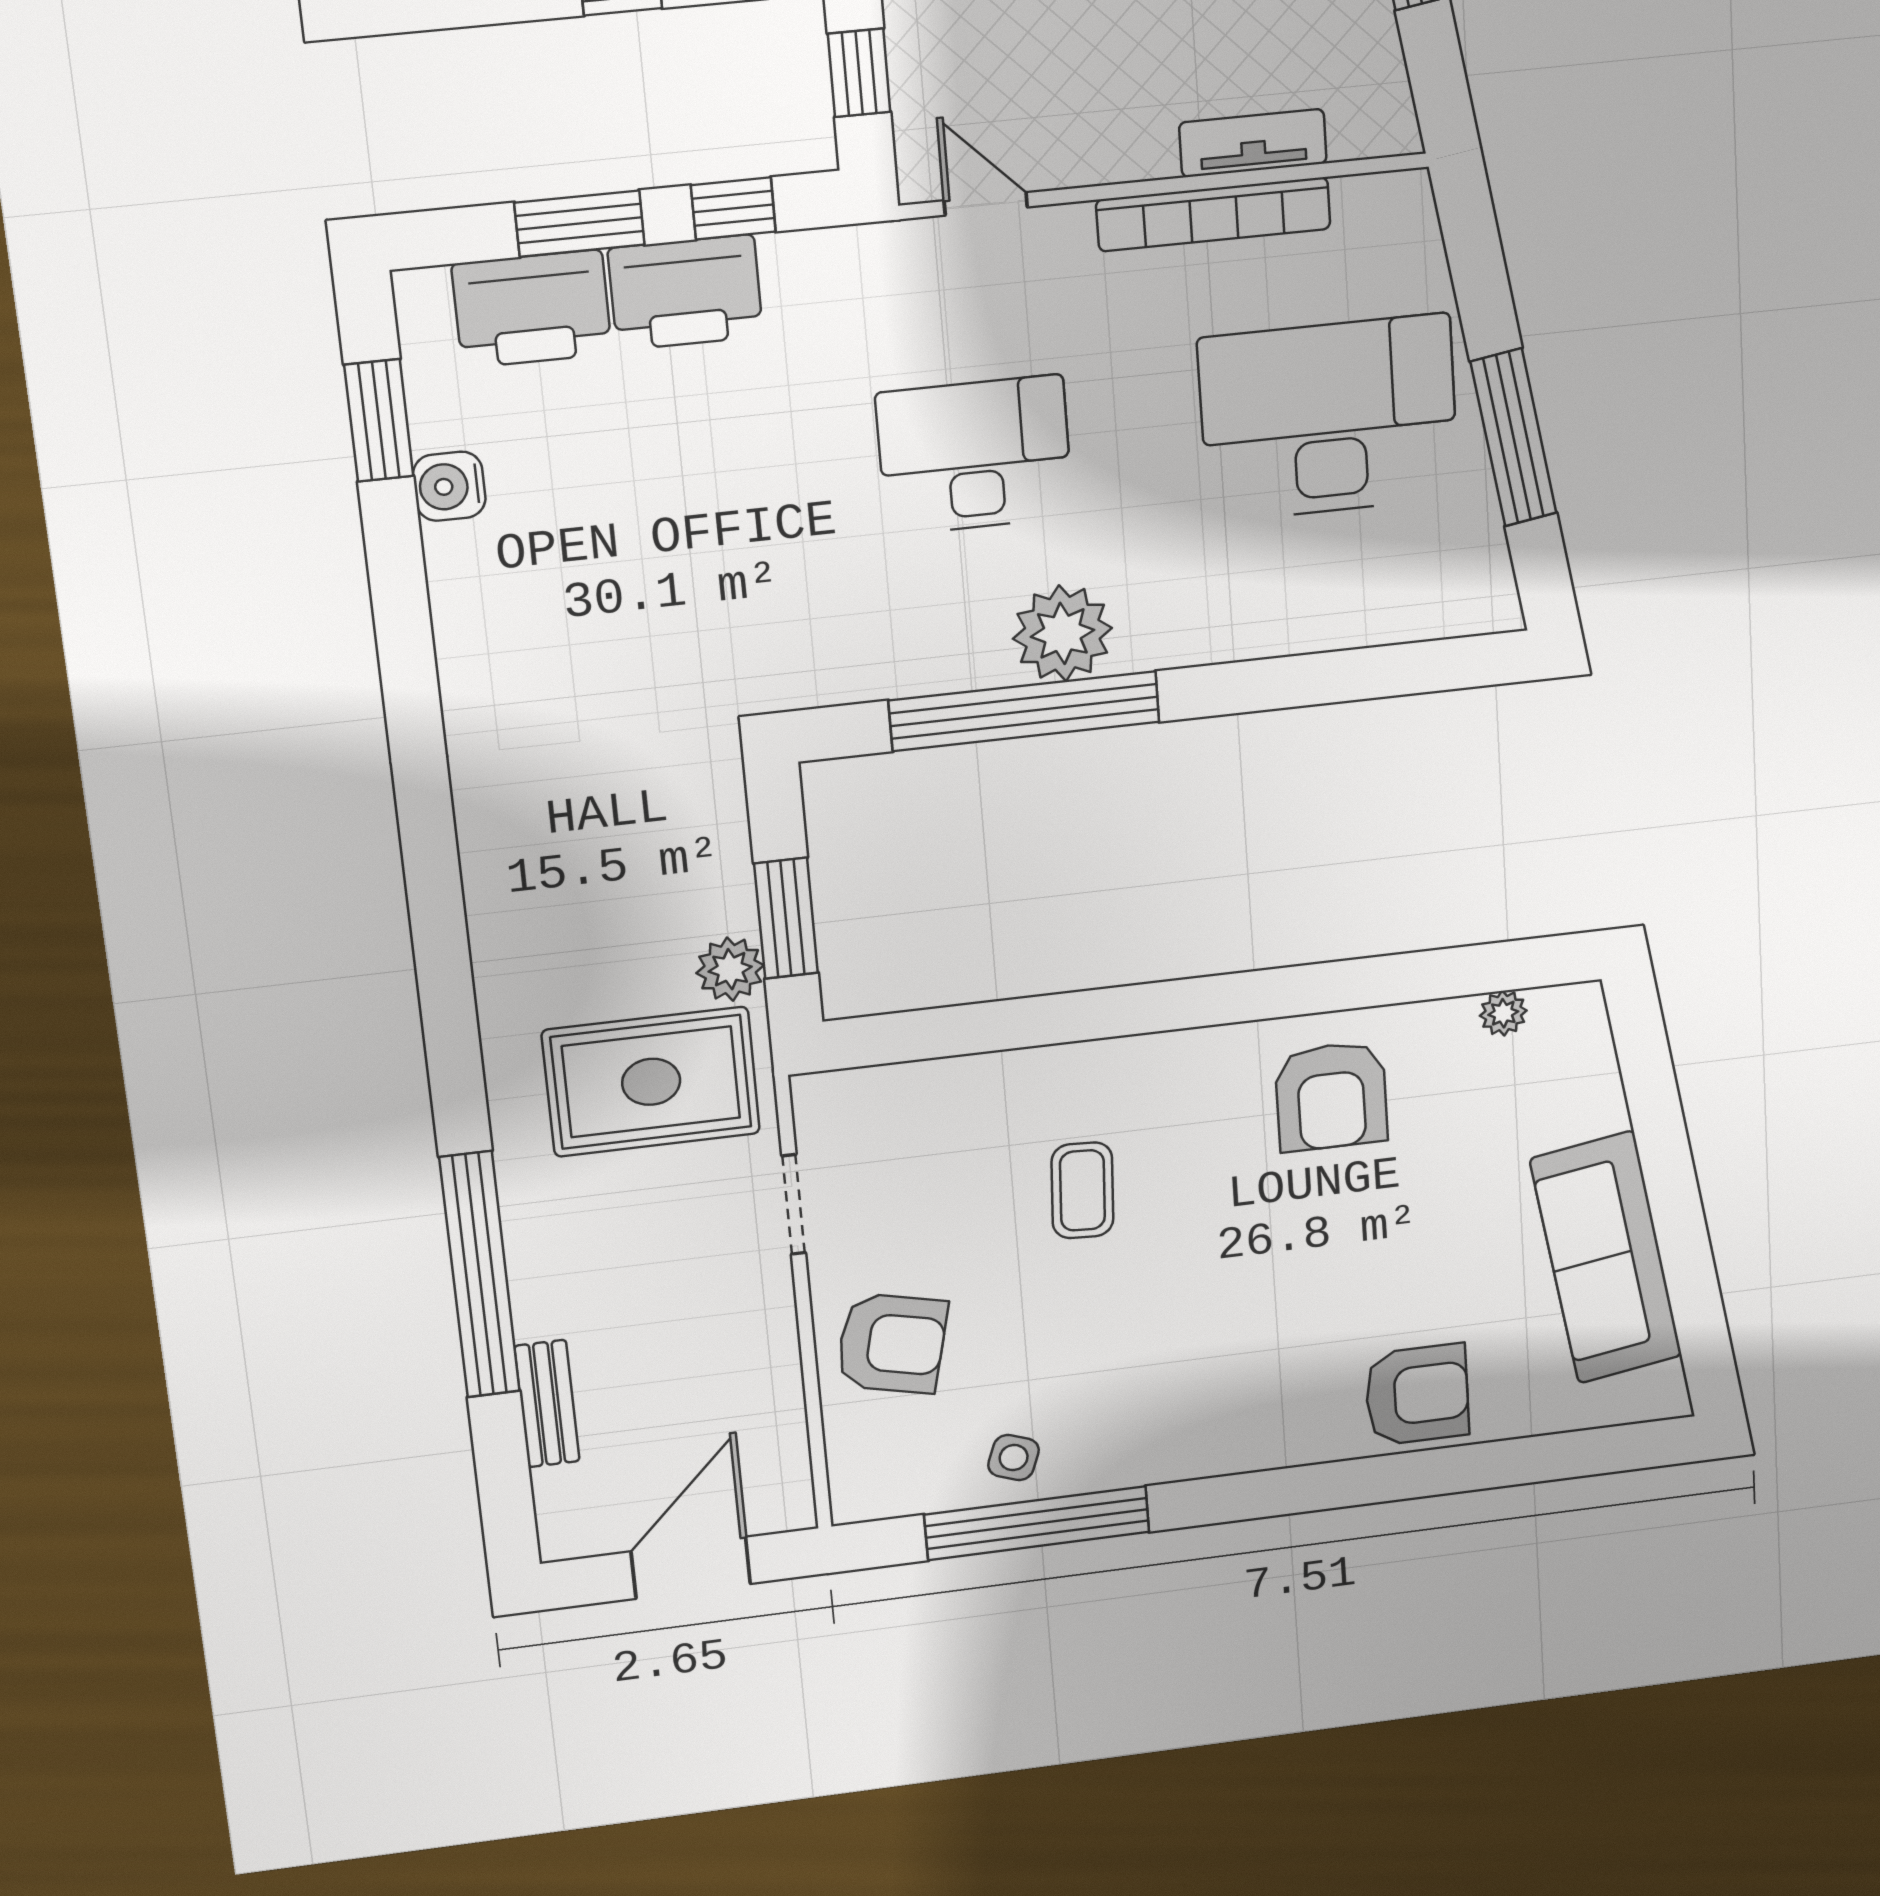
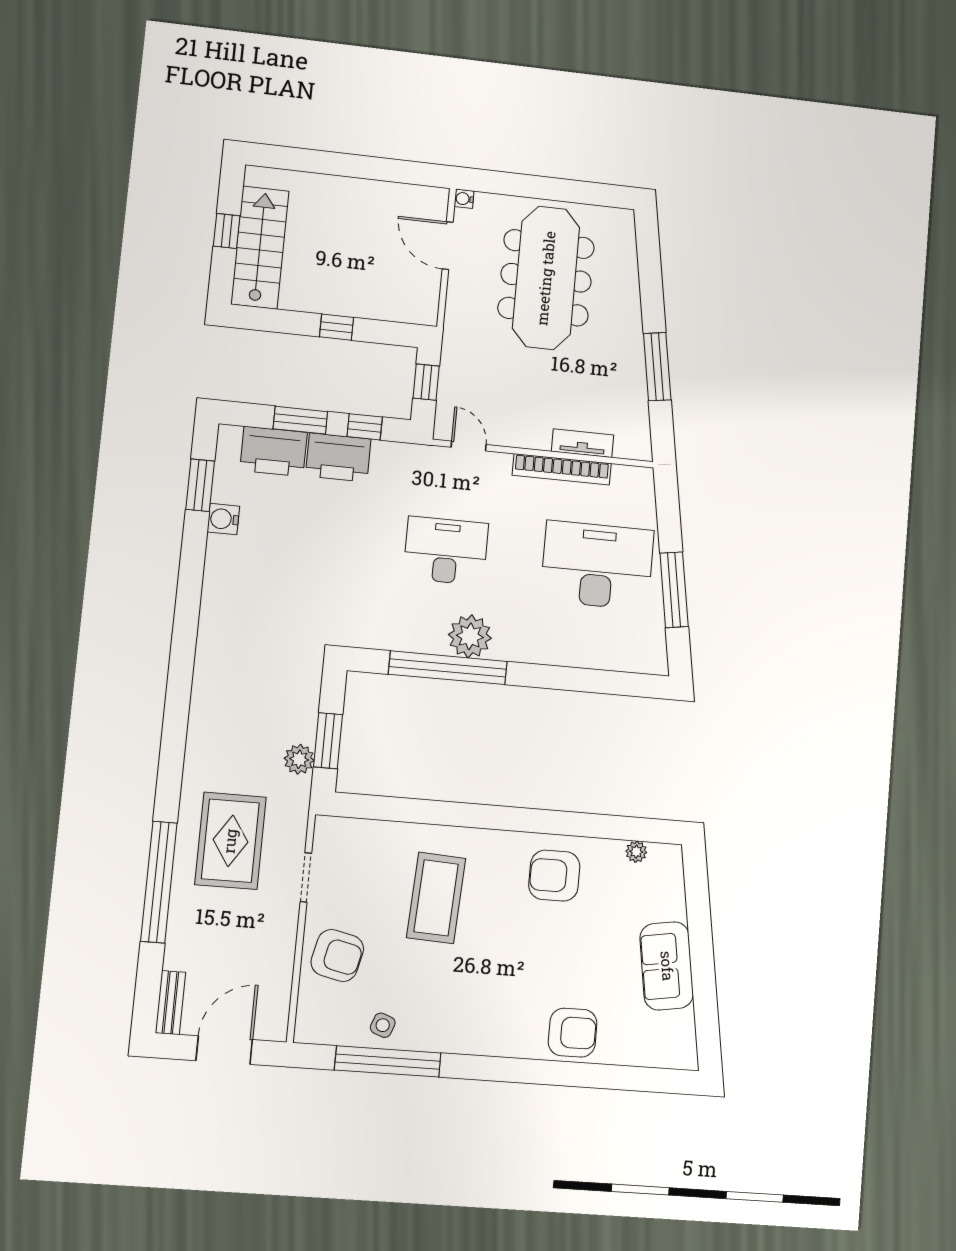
rug: (651, 1082) -> (230, 841), moved, turned 90
armchair: (1331, 1096) -> (554, 876), turned 90
coffee table: (1082, 1190) -> (436, 898), width x1.86, depth x1.72
sofa: (1606, 1258) -> (667, 966), width x0.73
bench: (547, 1404) -> (170, 1003), moved

